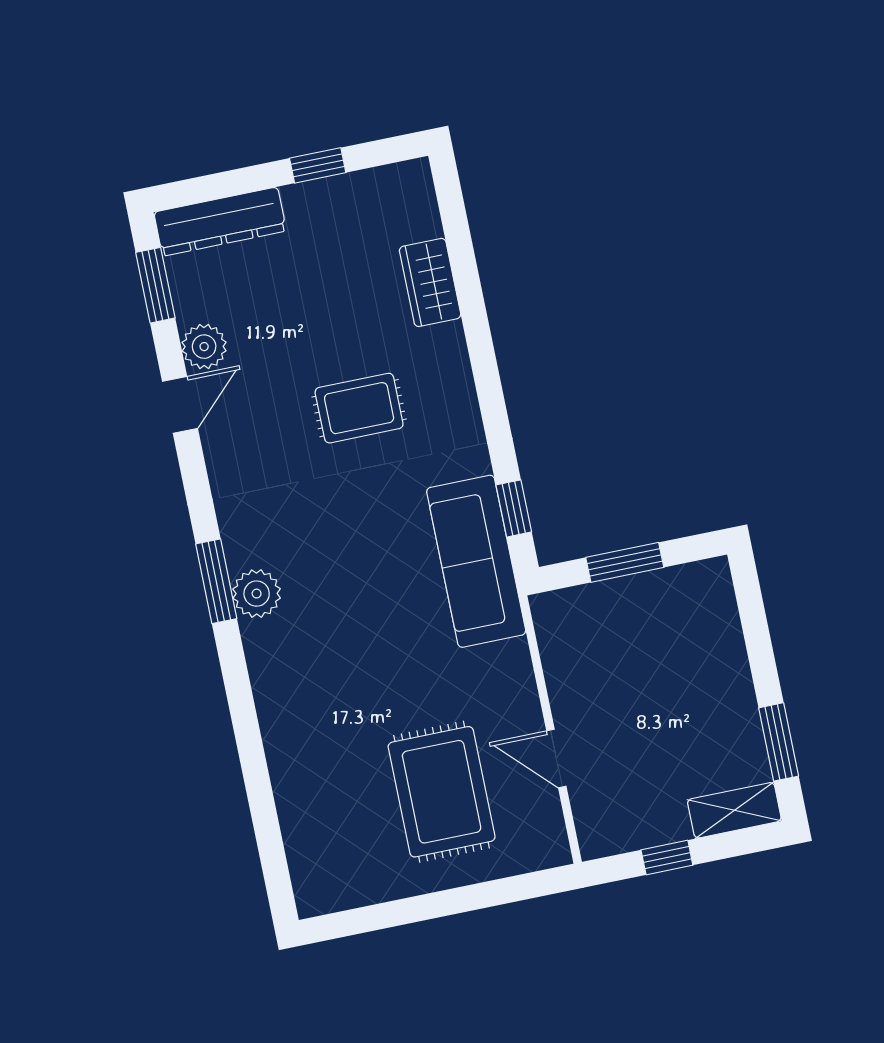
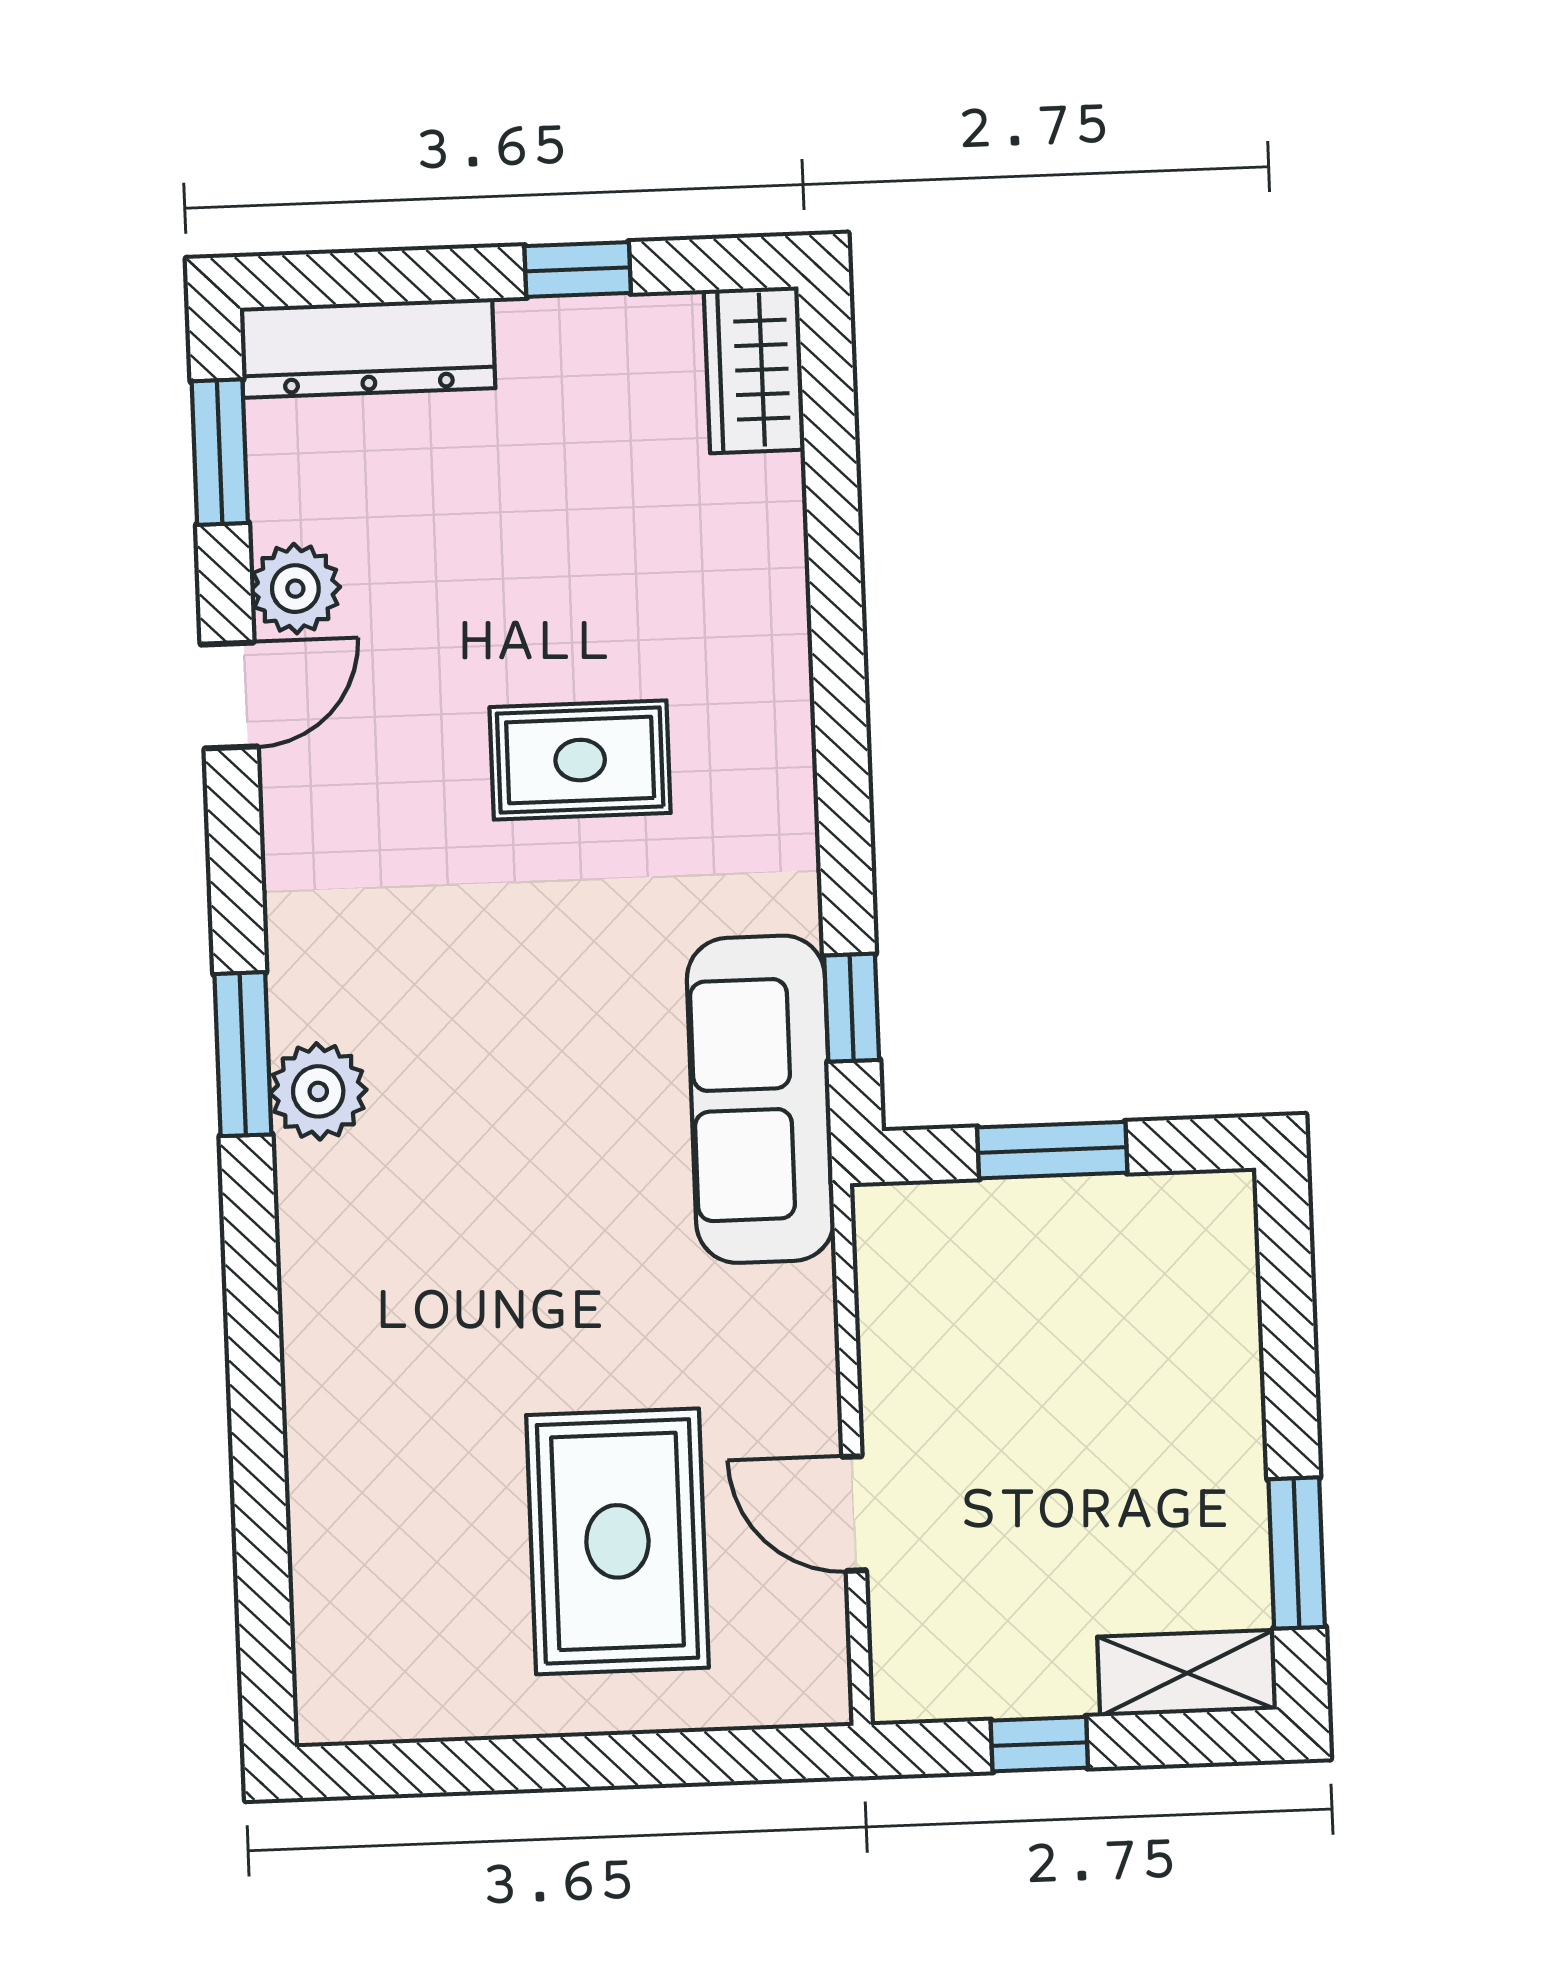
wardrobe: (430, 282) -> (754, 370), moved

